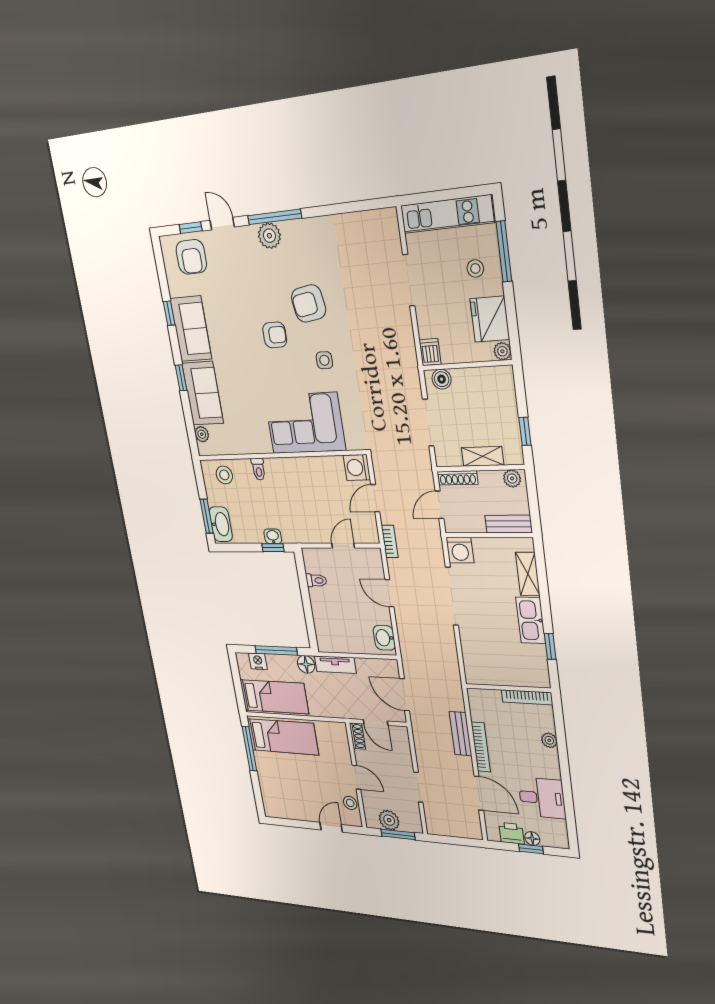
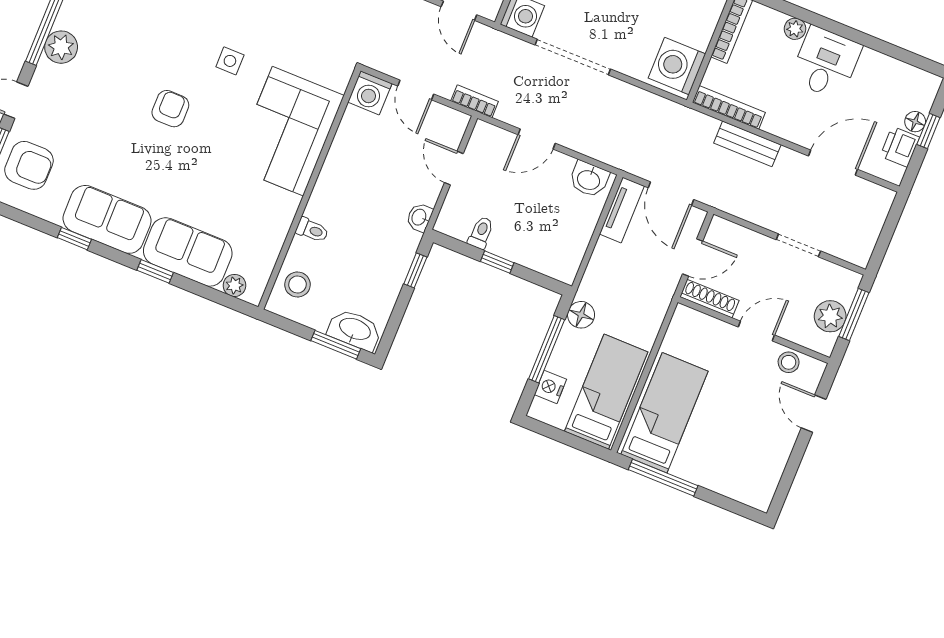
armchair: (309, 304) -> (159, 43), removed
washbasin: (273, 536) -> (419, 217), moved
window: (306, 598) -> (497, 262), added
tv unit: (335, 665) -> (622, 210), moved
washing machine: (484, 669) -> (677, 66), added
door: (405, 695) -> (671, 194), hinge flipped
shoe rack: (357, 736) -> (709, 299), width x1.43
bookcase: (481, 747) -> (729, 107), moved
desk: (542, 798) -> (826, 63), moved

